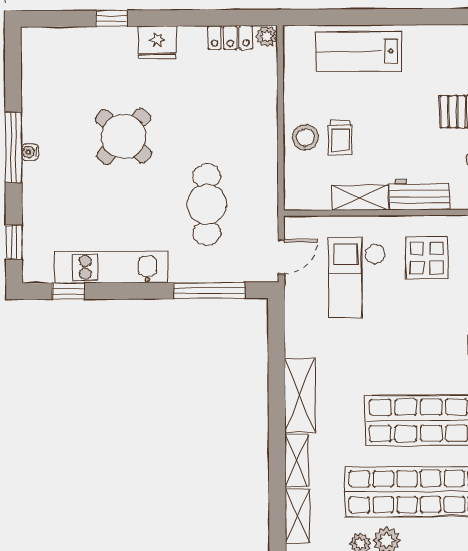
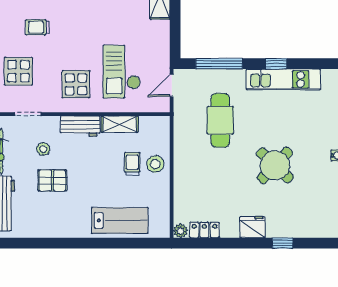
checkout: (357, 278) -> (122, 72), turned 180
window: (68, 291) -> (276, 64), moved

